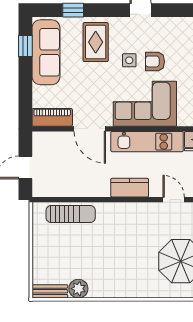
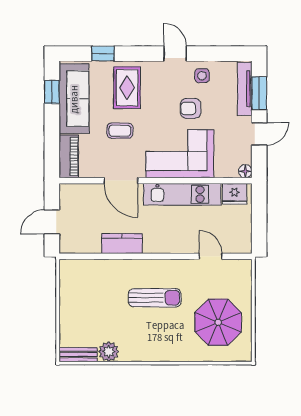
side table: (129, 60) -> (202, 76), moved
coffee table: (89, 82) -> (120, 131), added
piano: (52, 117) -> (69, 156), moved, turned 90
kitchen counter: (130, 188) -> (122, 244), moved
sun lounger: (71, 214) -> (155, 298), moved

